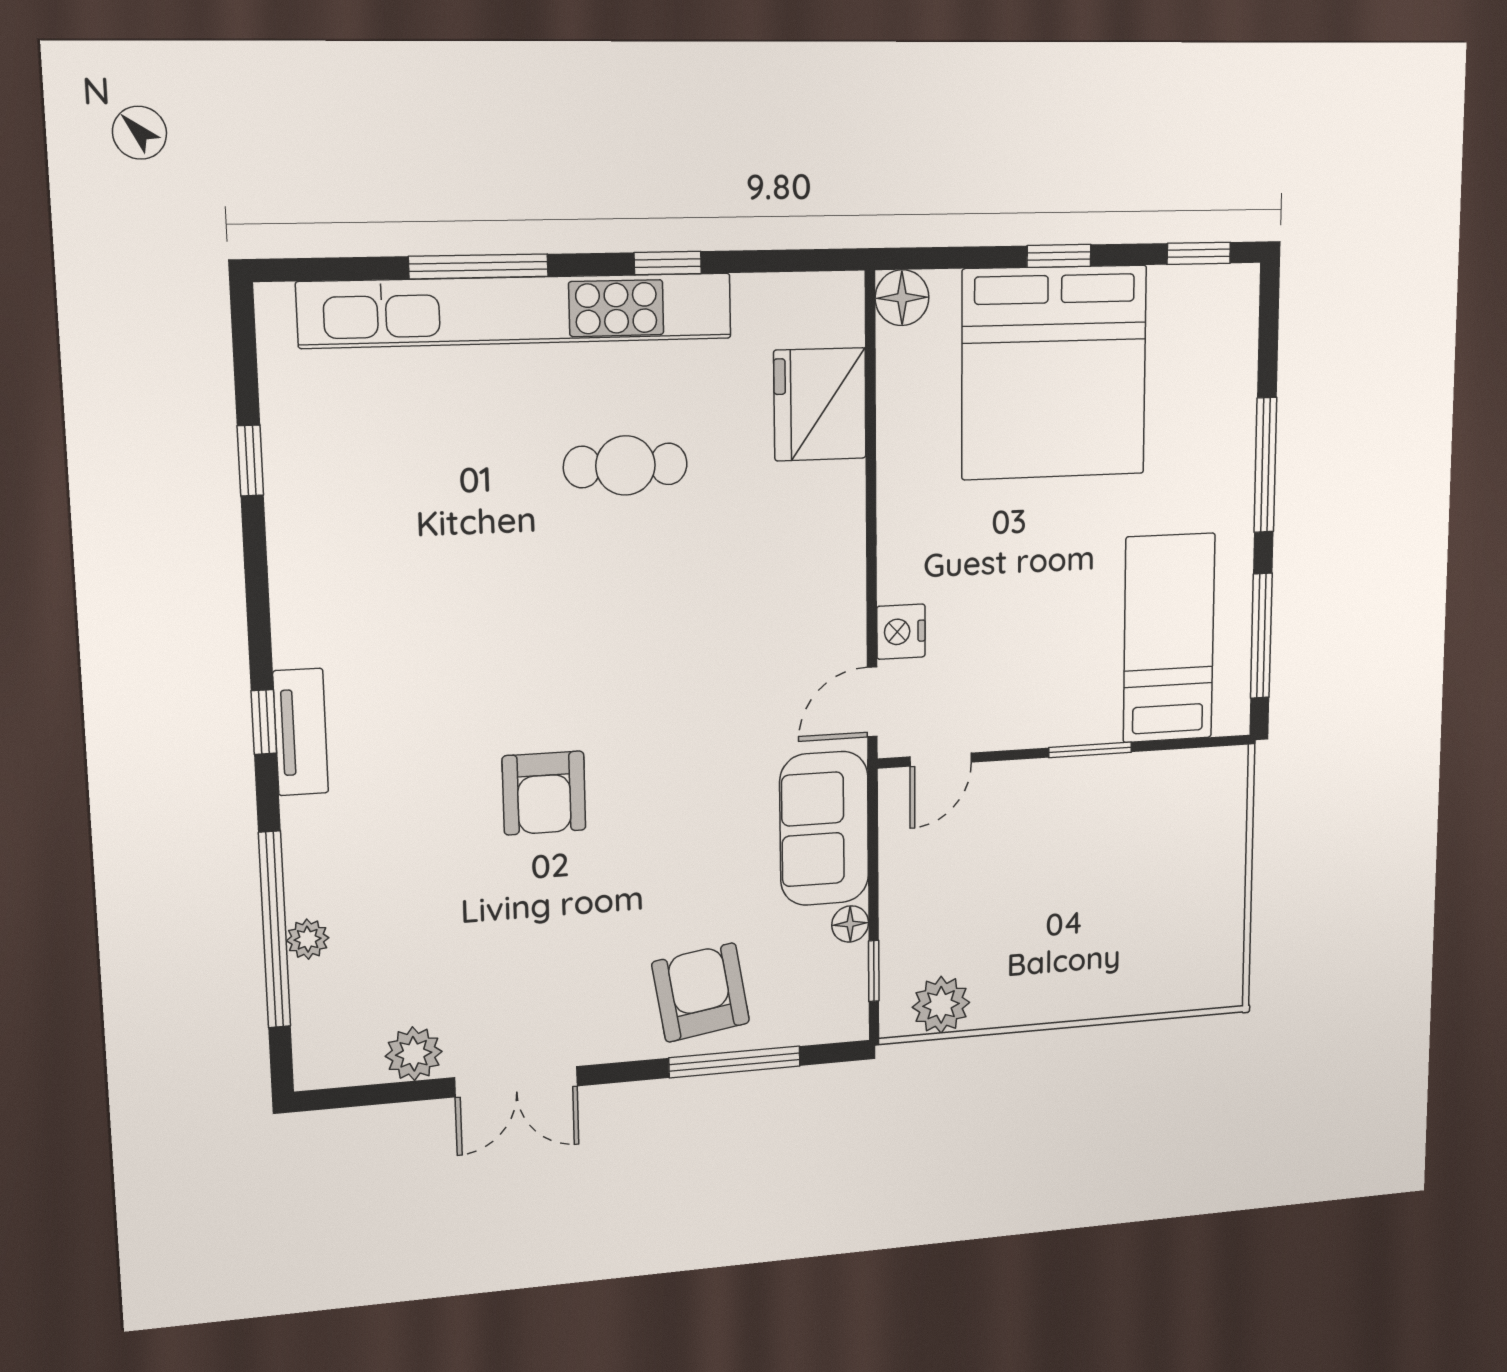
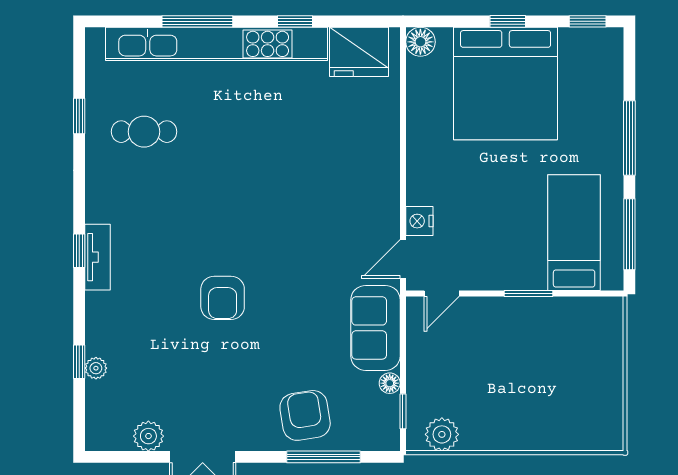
fridge: (820, 404) -> (359, 52), moved, turned -90
cafe table: (625, 465) -> (144, 132), moved
window: (274, 930) -> (79, 362), width x0.32

